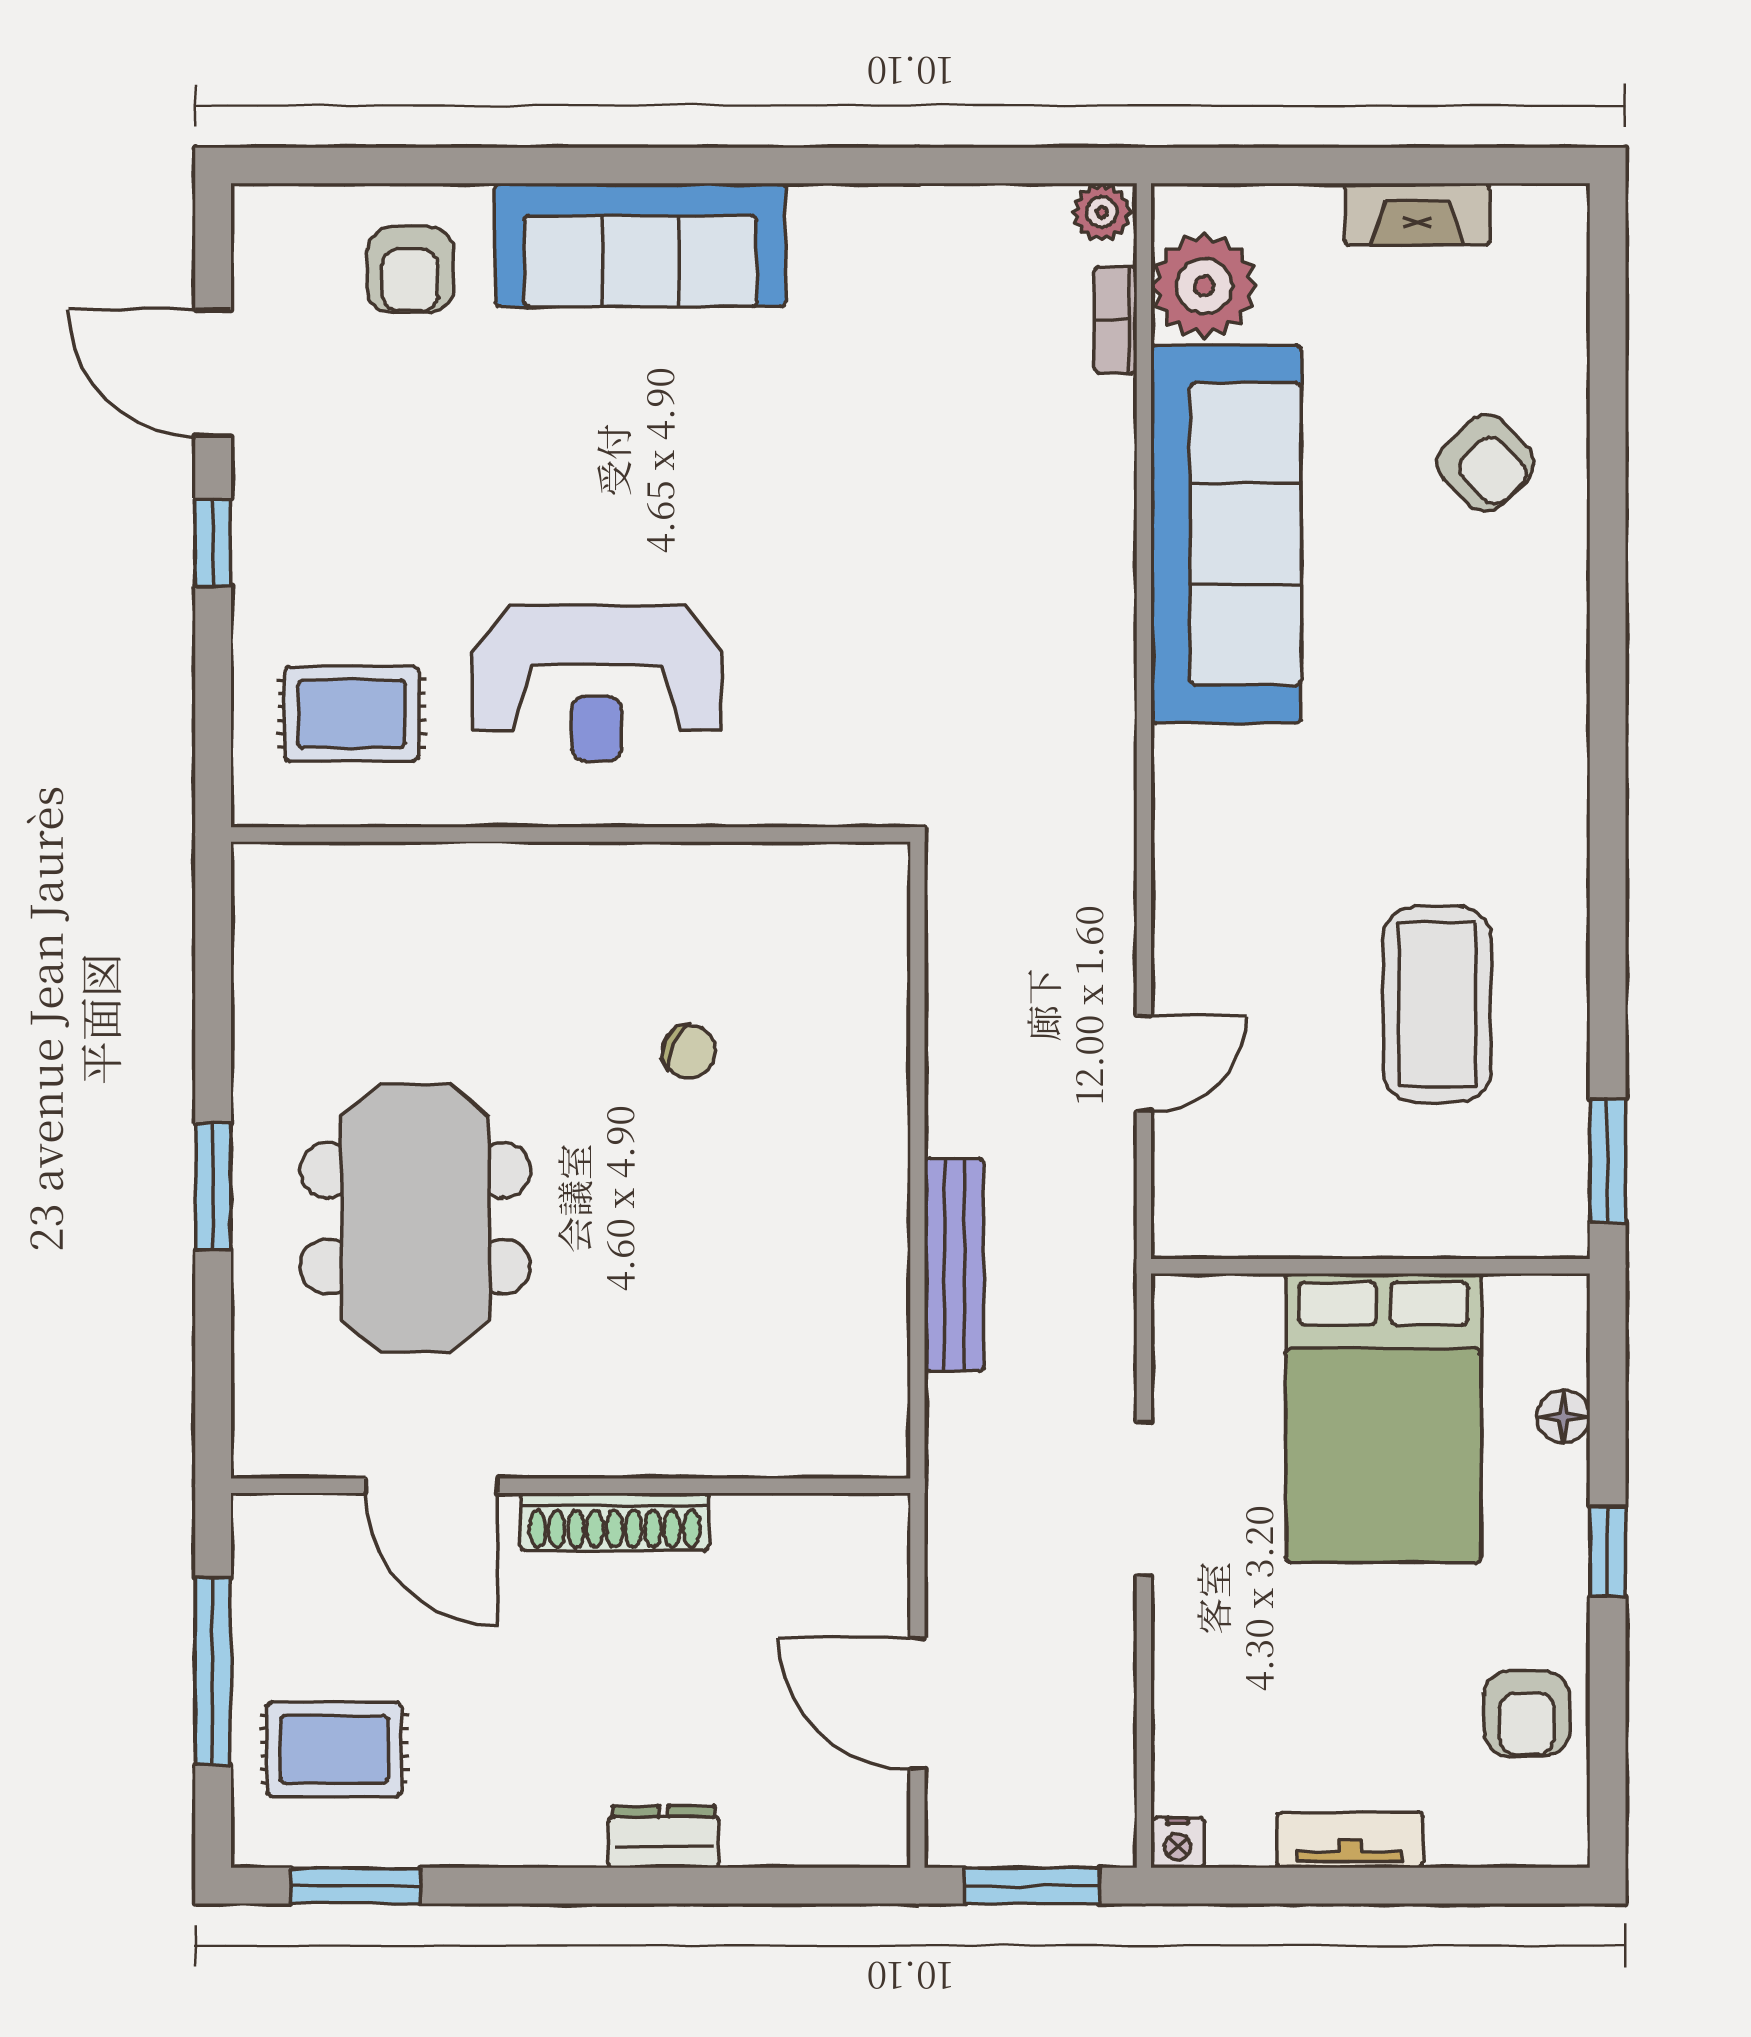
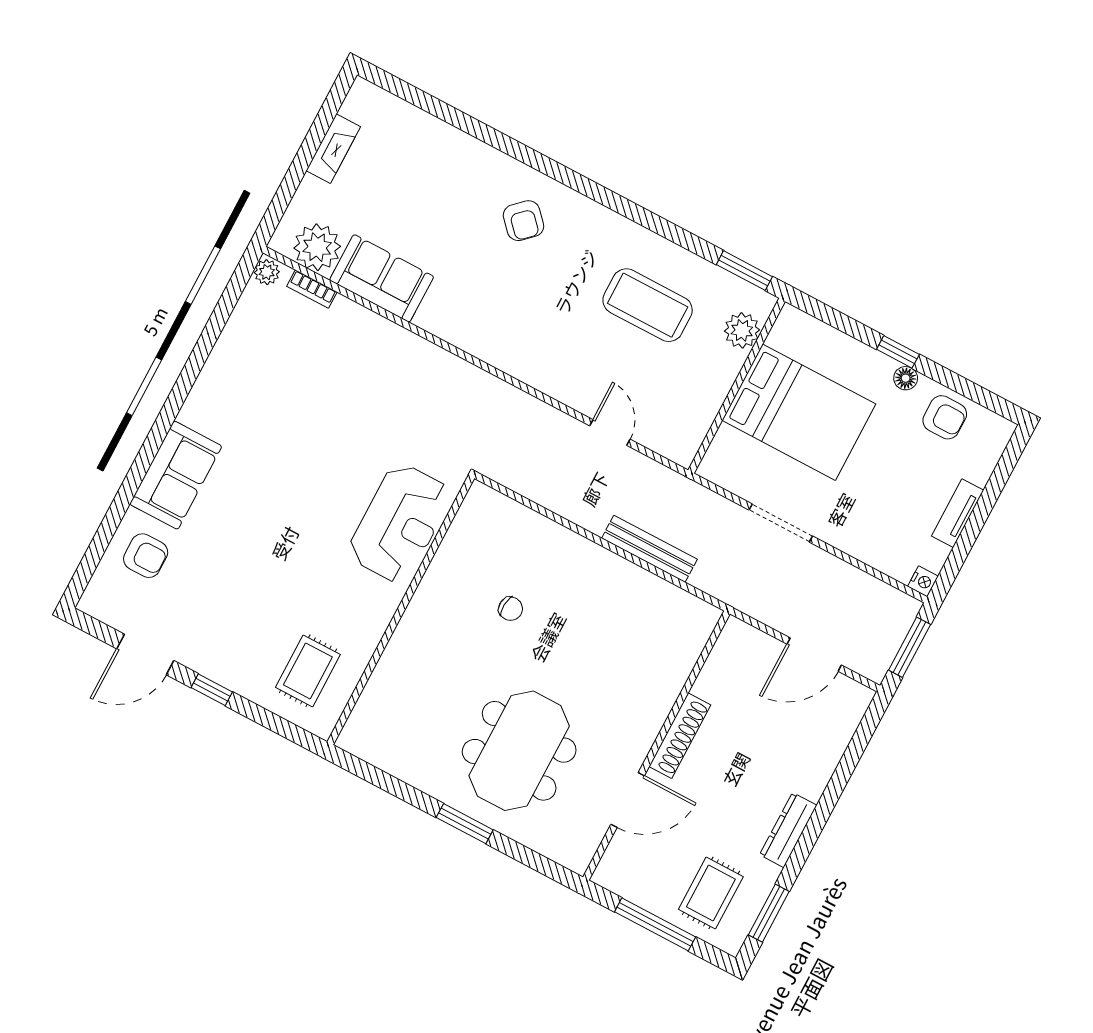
sofa: (640, 245) -> (176, 475), width x0.73
armchair: (1486, 463) -> (523, 221), moved, turned 91
sofa: (1226, 534) -> (382, 278), width x0.54, depth x0.79
reception desk: (597, 684) -> (400, 523), moved
chair: (689, 1051) -> (511, 609), turned 68
meeting table: (415, 1218) -> (519, 751), turned 90
plant: (1486, 1219) -> (742, 330), added
floor lamp: (1563, 1417) -> (906, 378), moved
dresser: (664, 1837) -> (788, 830), moved, width x1.44

